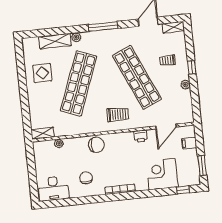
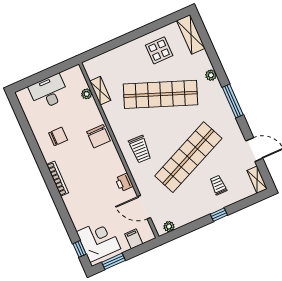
shelving: (55, 41) -> (191, 34), moved
plant: (185, 85) -> (169, 226), moved
shelving: (43, 133) -> (100, 91), moved
corner desk: (162, 174) -> (98, 240), moved
desk: (53, 188) -> (49, 92), moved, turned 90

